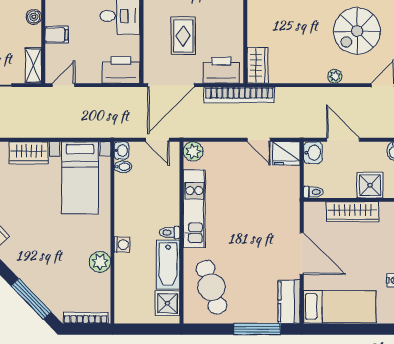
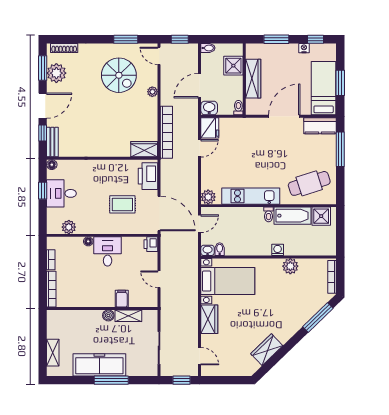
shelving: (33, 65) -> (128, 316), moved
printer: (121, 70) -> (151, 244), width x0.53, depth x0.68
door: (64, 85) -> (159, 279), moved
bookcase: (239, 95) -> (166, 132), moved
window: (347, 329) -> (340, 83), added

